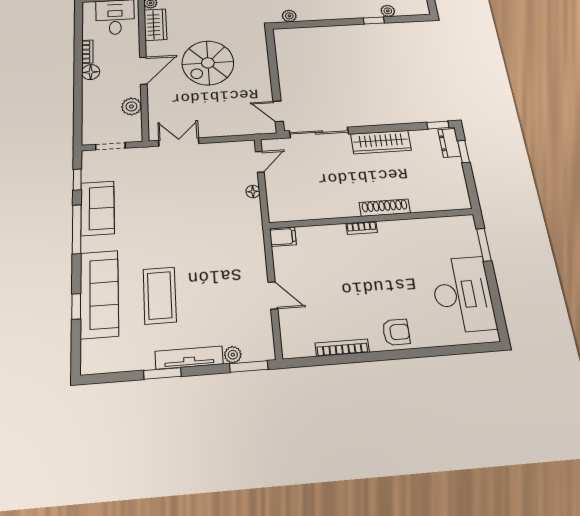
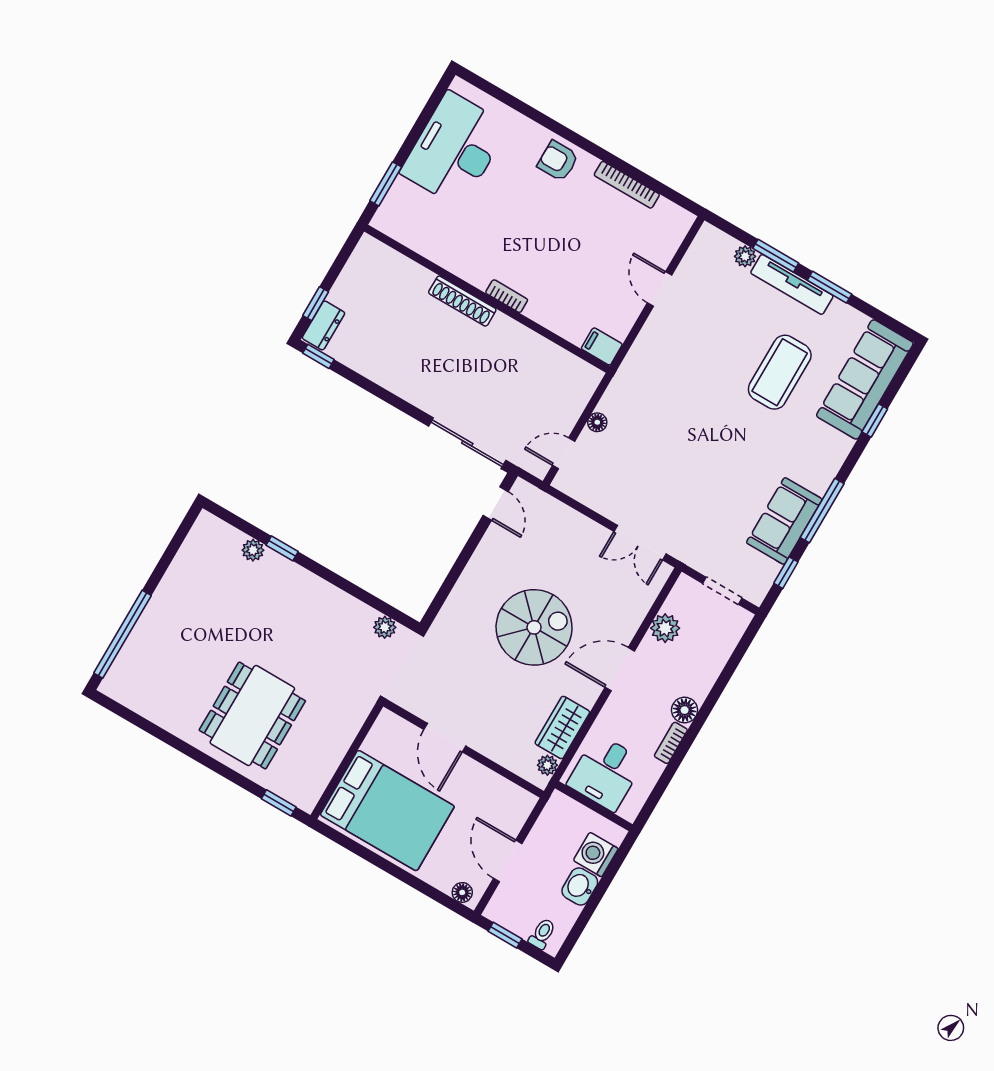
wardrobe: (381, 142) -> (404, 381), removed
sofa: (99, 294) -> (865, 379), moved
window: (249, 366) -> (776, 256), moved

